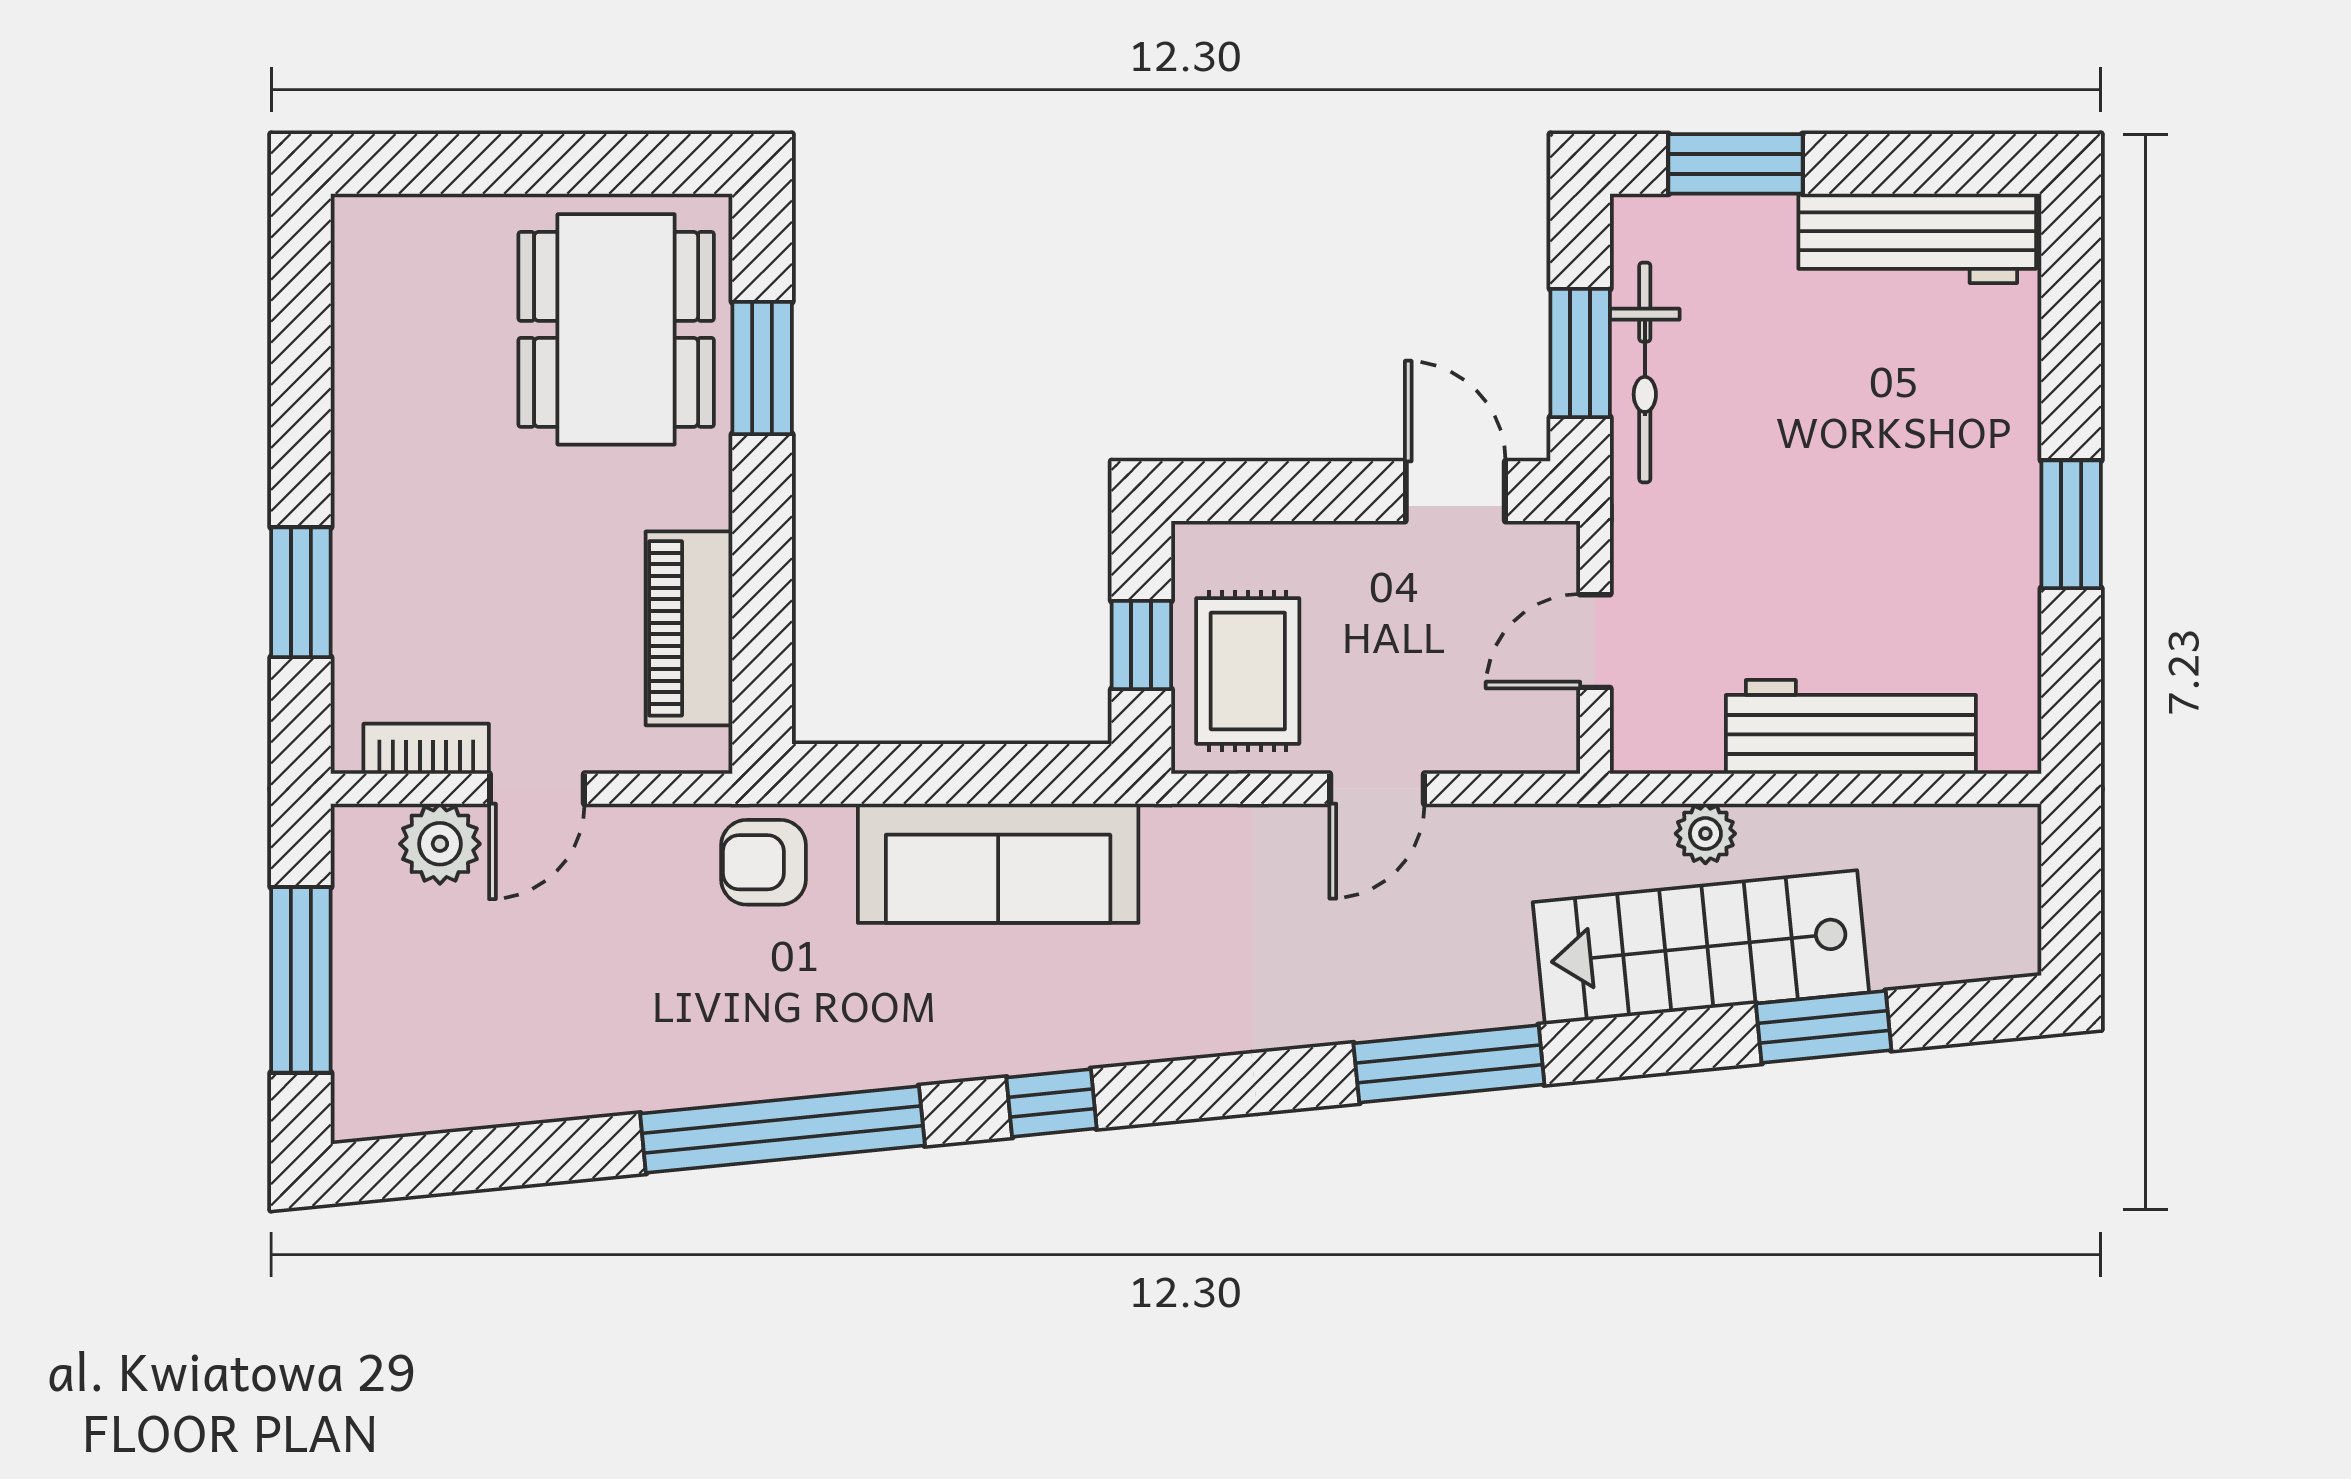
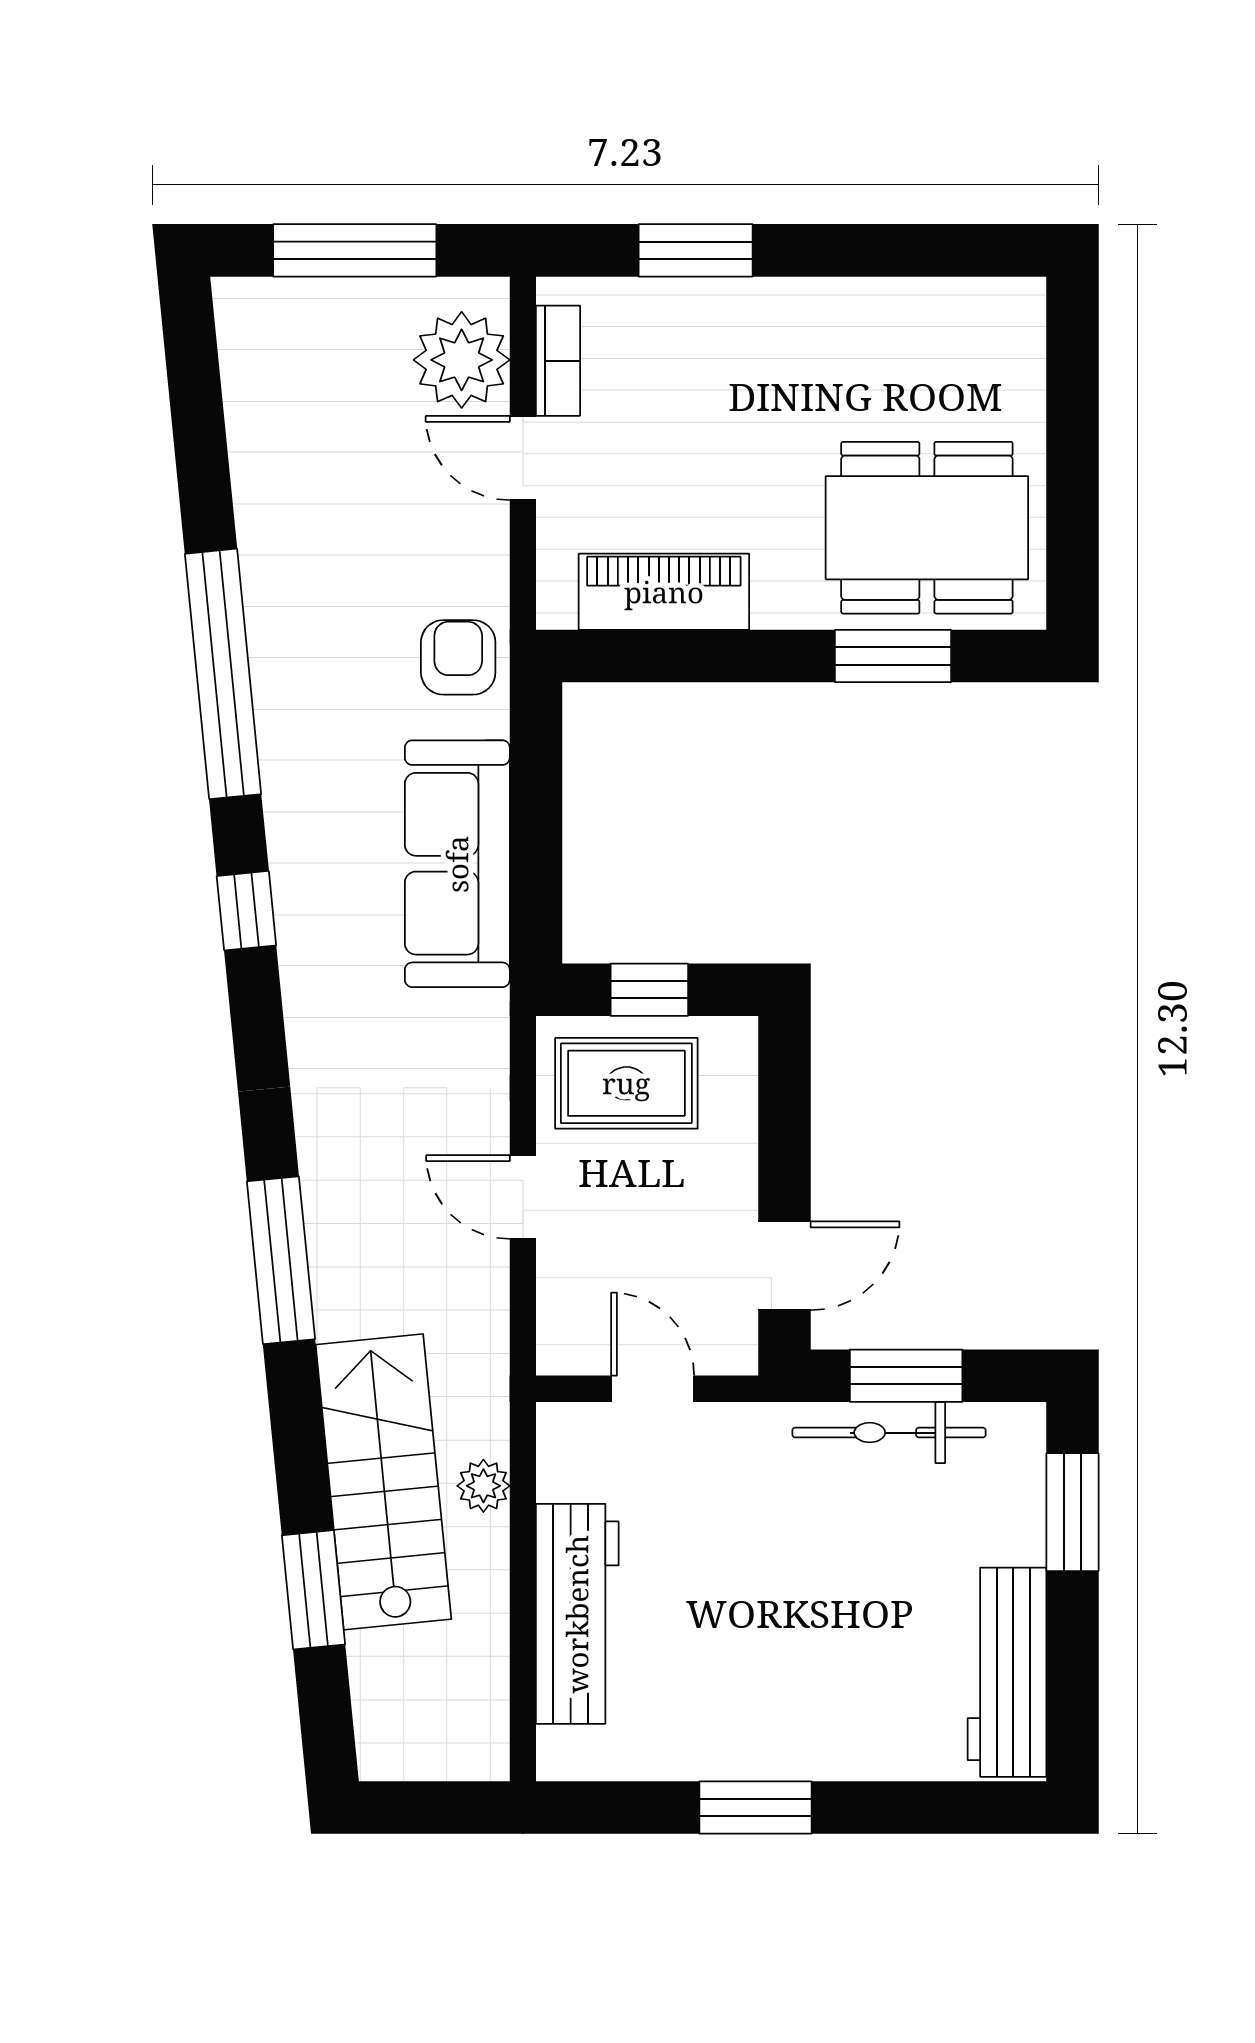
plant: (440, 844) -> (462, 360), width x1.36, depth x1.36

